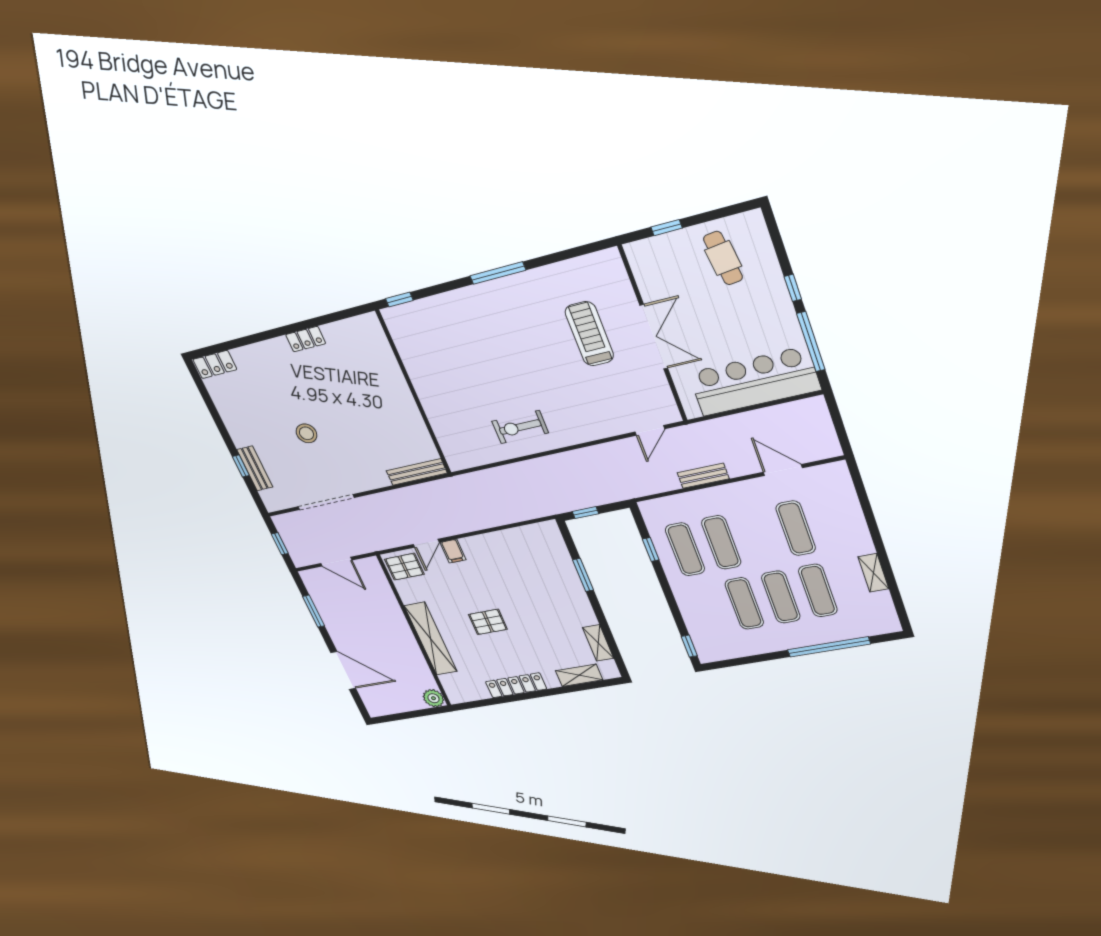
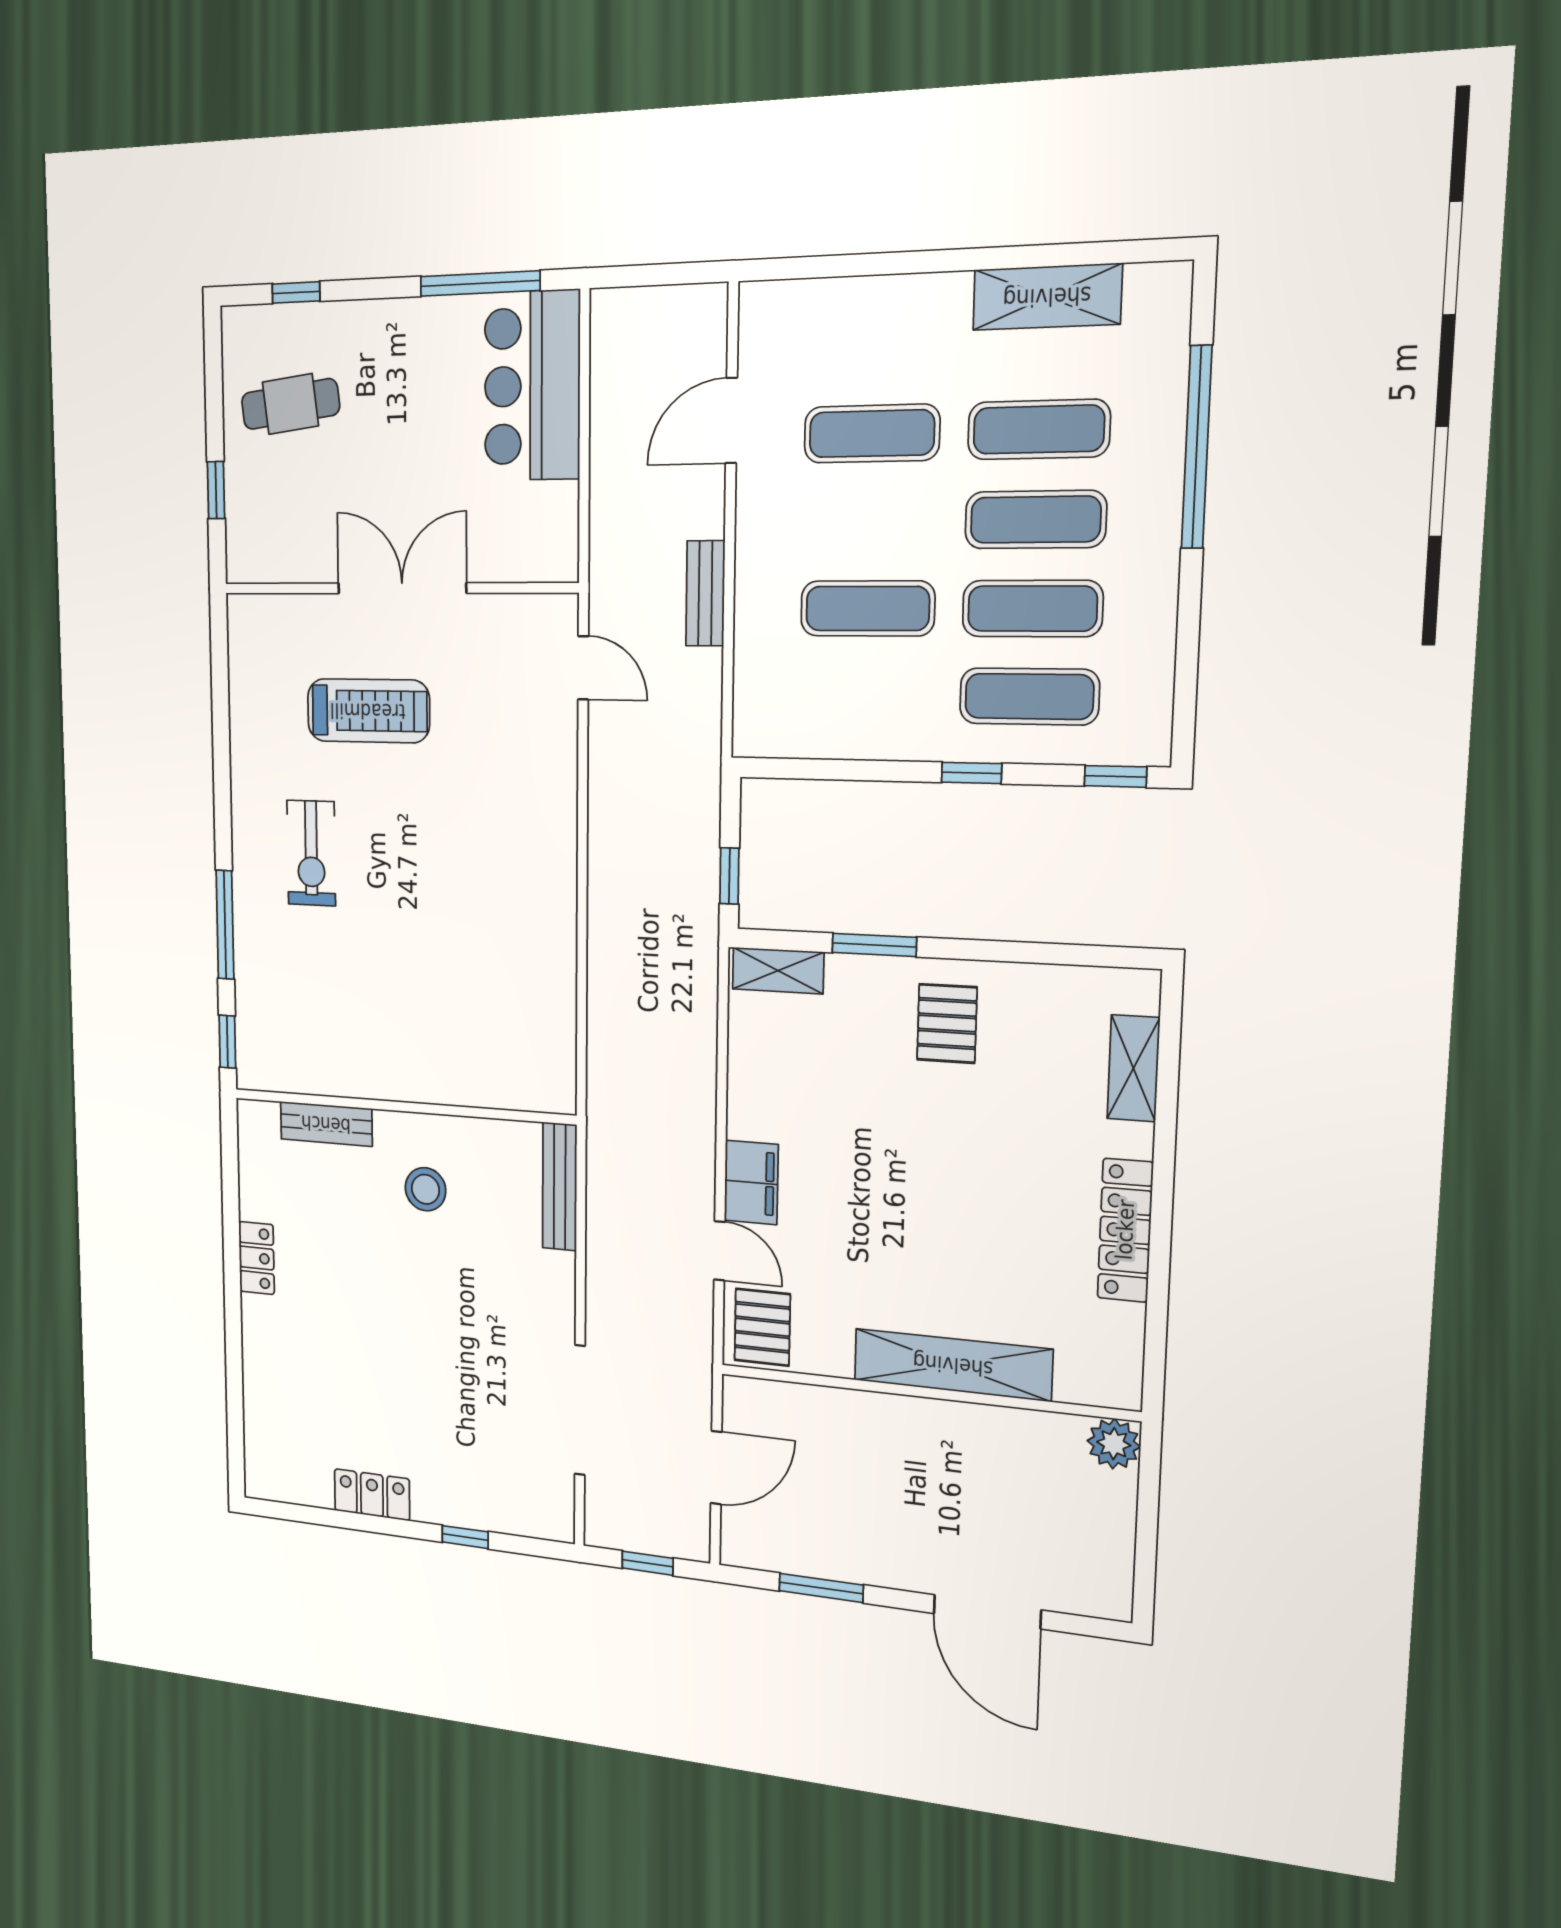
window: (498, 273) -> (225, 925), moved
window: (793, 288) -> (296, 292), moved
treadmill: (589, 334) -> (368, 711), turned 180
locker: (215, 365) -> (372, 1495), moved, turned -90
bar counter: (754, 381) -> (532, 386), width x0.73
exercise bike: (520, 427) -> (311, 853), moved
stool: (306, 433) -> (425, 1189), moved
bench: (255, 468) -> (326, 1124), moved
window: (651, 549) -> (972, 773), moved
exercise mat: (685, 549) -> (1029, 697), moved
filing cabinet: (453, 551) -> (751, 1182), width x2.00
shelving: (873, 573) -> (1047, 297), width x1.50, depth x1.33
pallet: (488, 622) -> (947, 1023), moved
shelving: (598, 643) -> (778, 971), moved
door: (343, 670) -> (987, 1612), swing flipped

